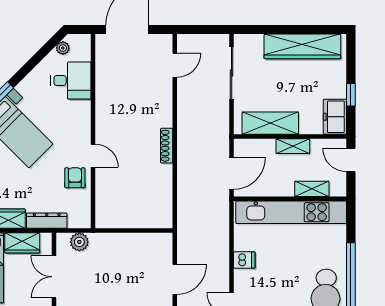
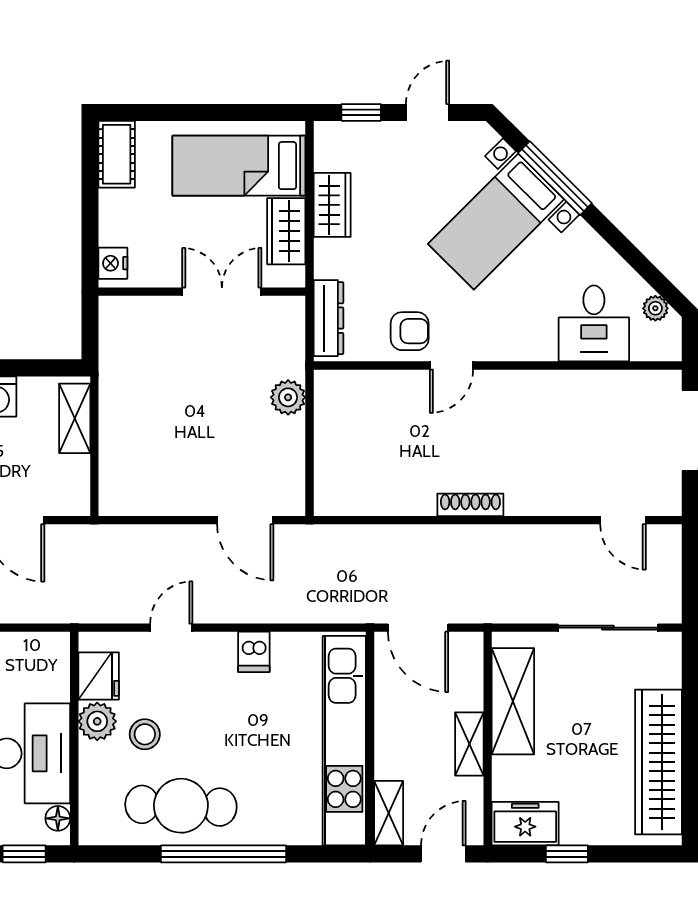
shelving: (312, 189) -> (389, 813), moved
dresser: (47, 221) -> (328, 318), moved
plant: (79, 242) -> (288, 397), moved
door: (175, 279) -> (245, 520), moved

